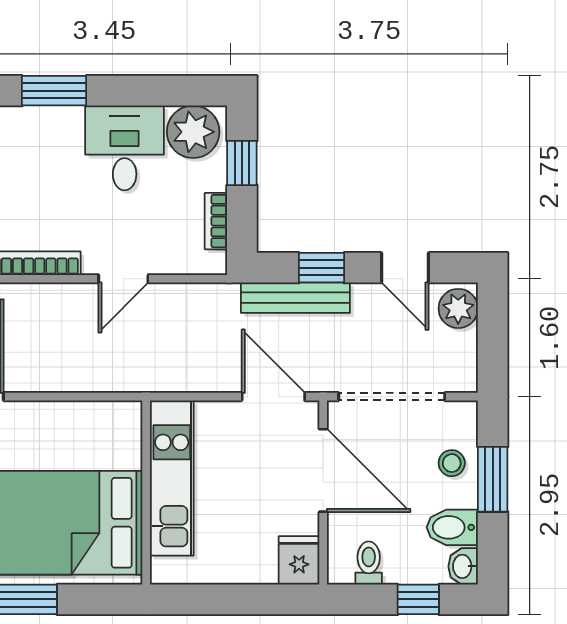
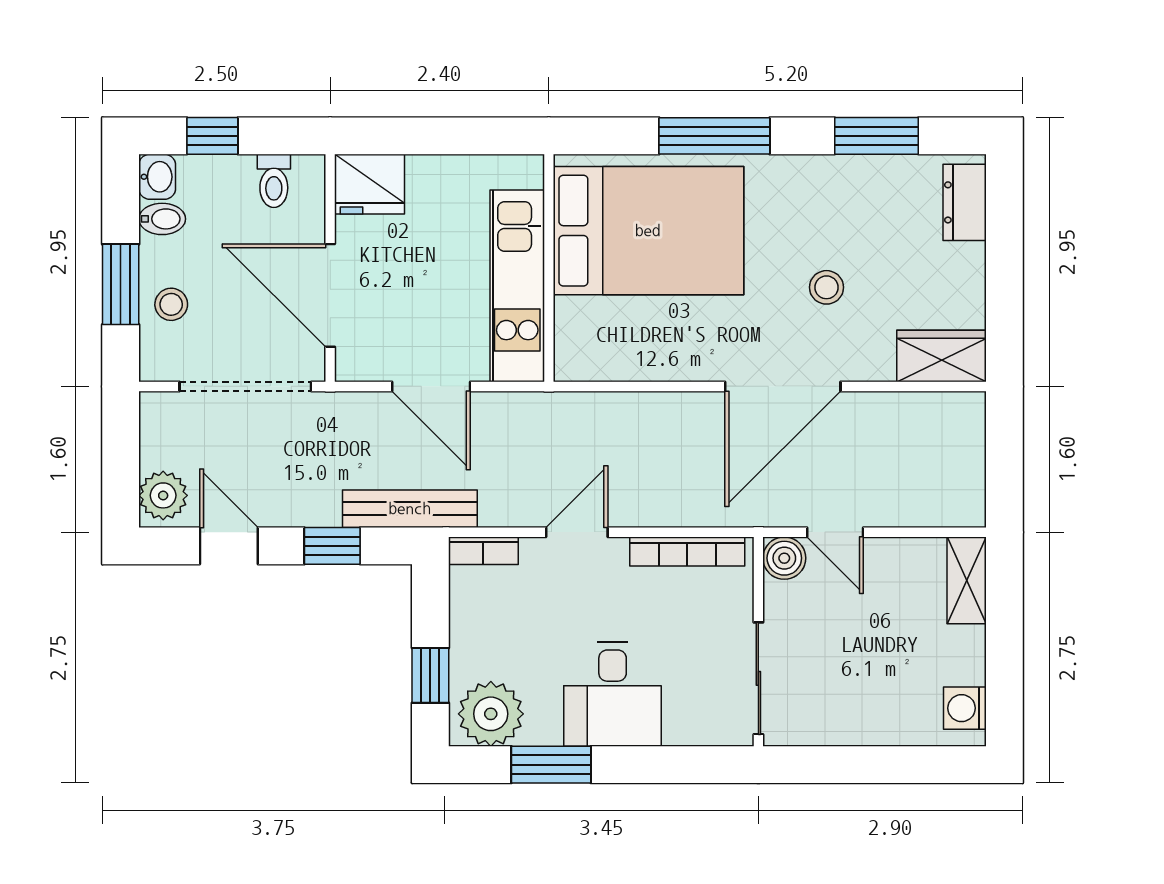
window: (54, 91) -> (551, 765), moved
desk: (125, 148) -> (613, 694), moved
bookcase: (216, 221) -> (483, 551), moved, turned 90
bench: (295, 298) -> (410, 509), moved
door: (273, 397) -> (431, 386), moved
bidet: (452, 527) -> (162, 219), width x0.72, depth x0.74
fridge: (299, 560) -> (369, 184), width x1.38

